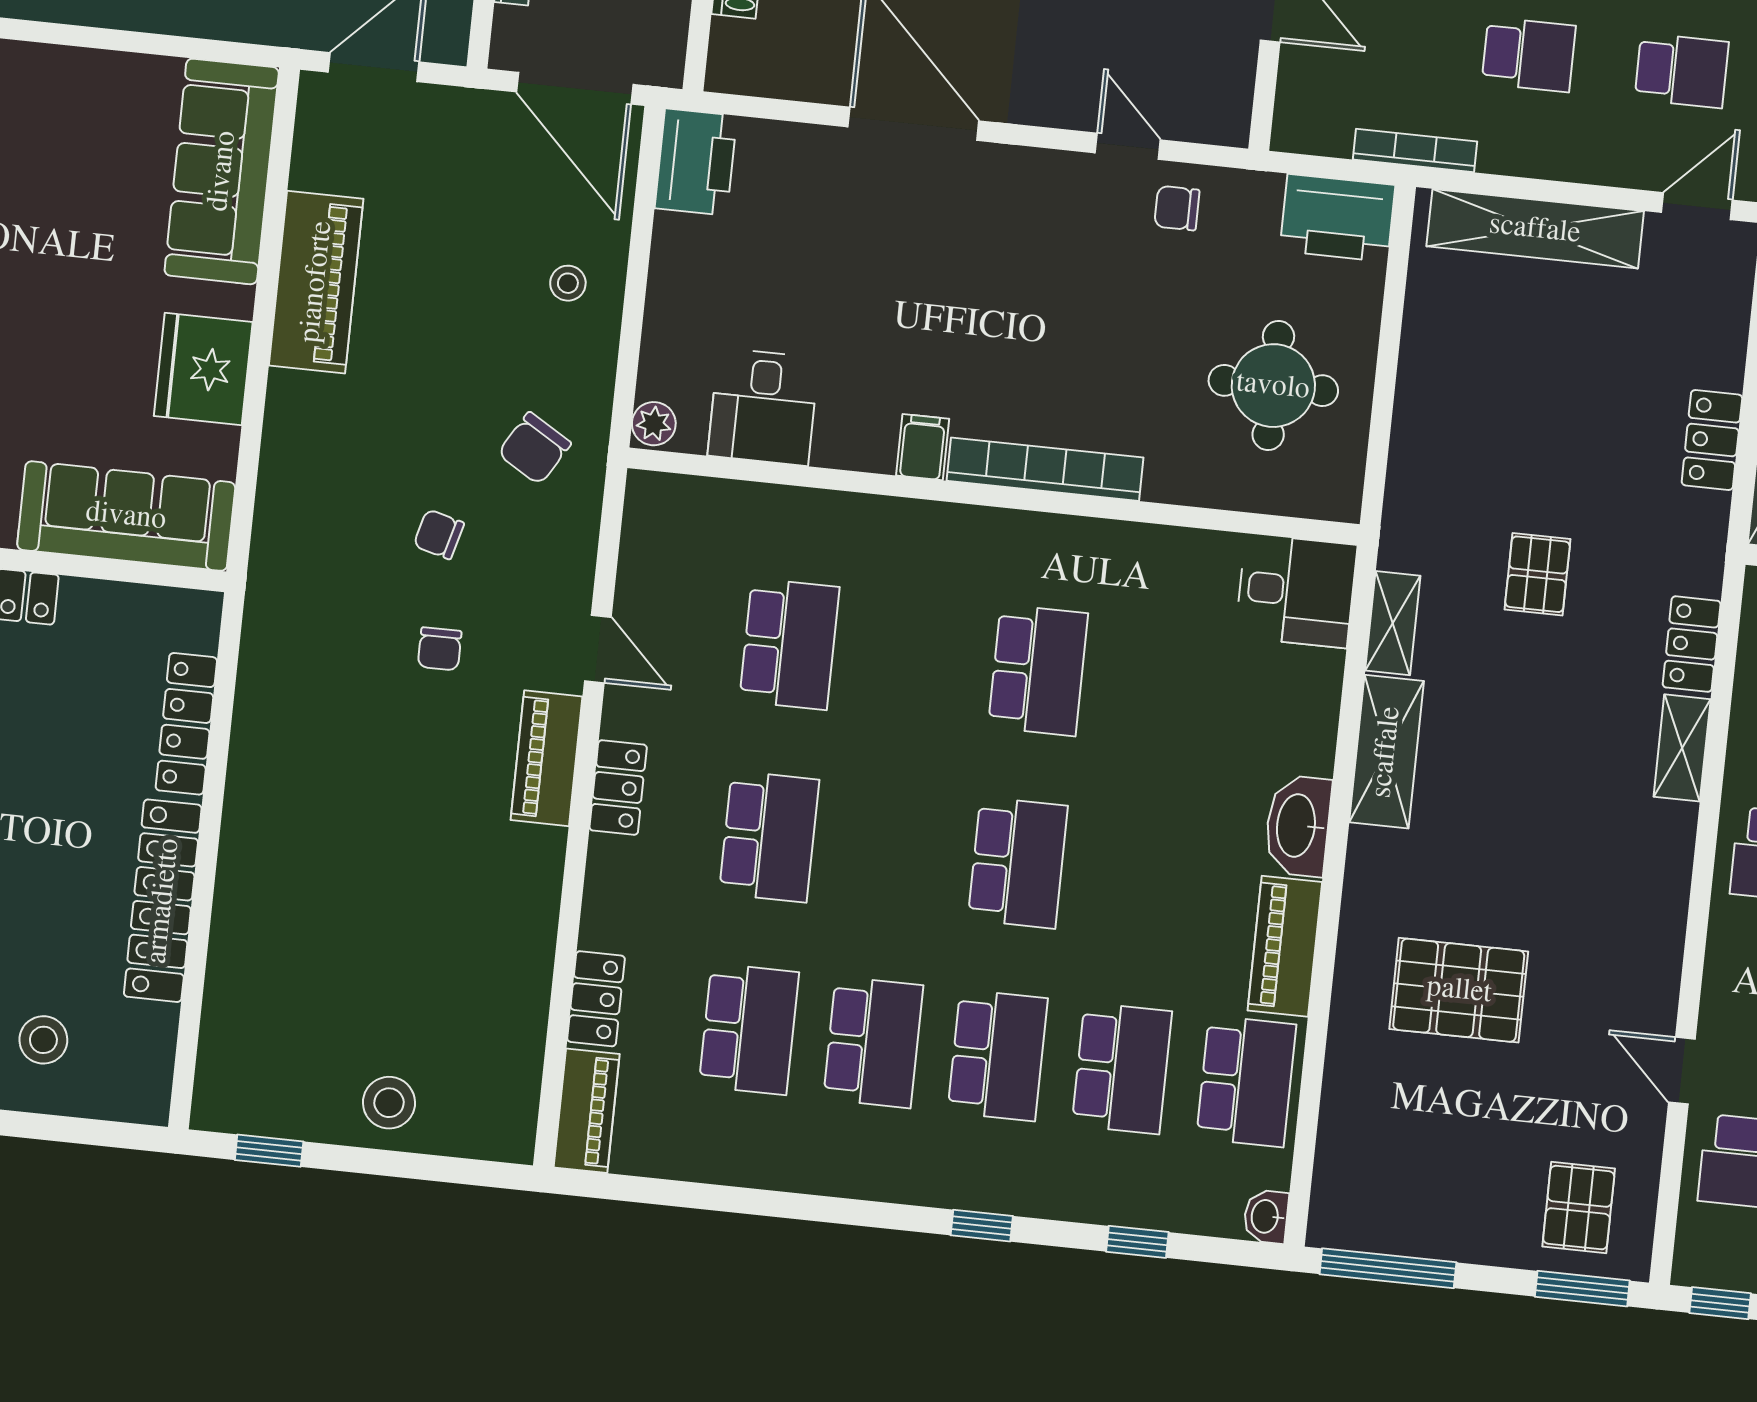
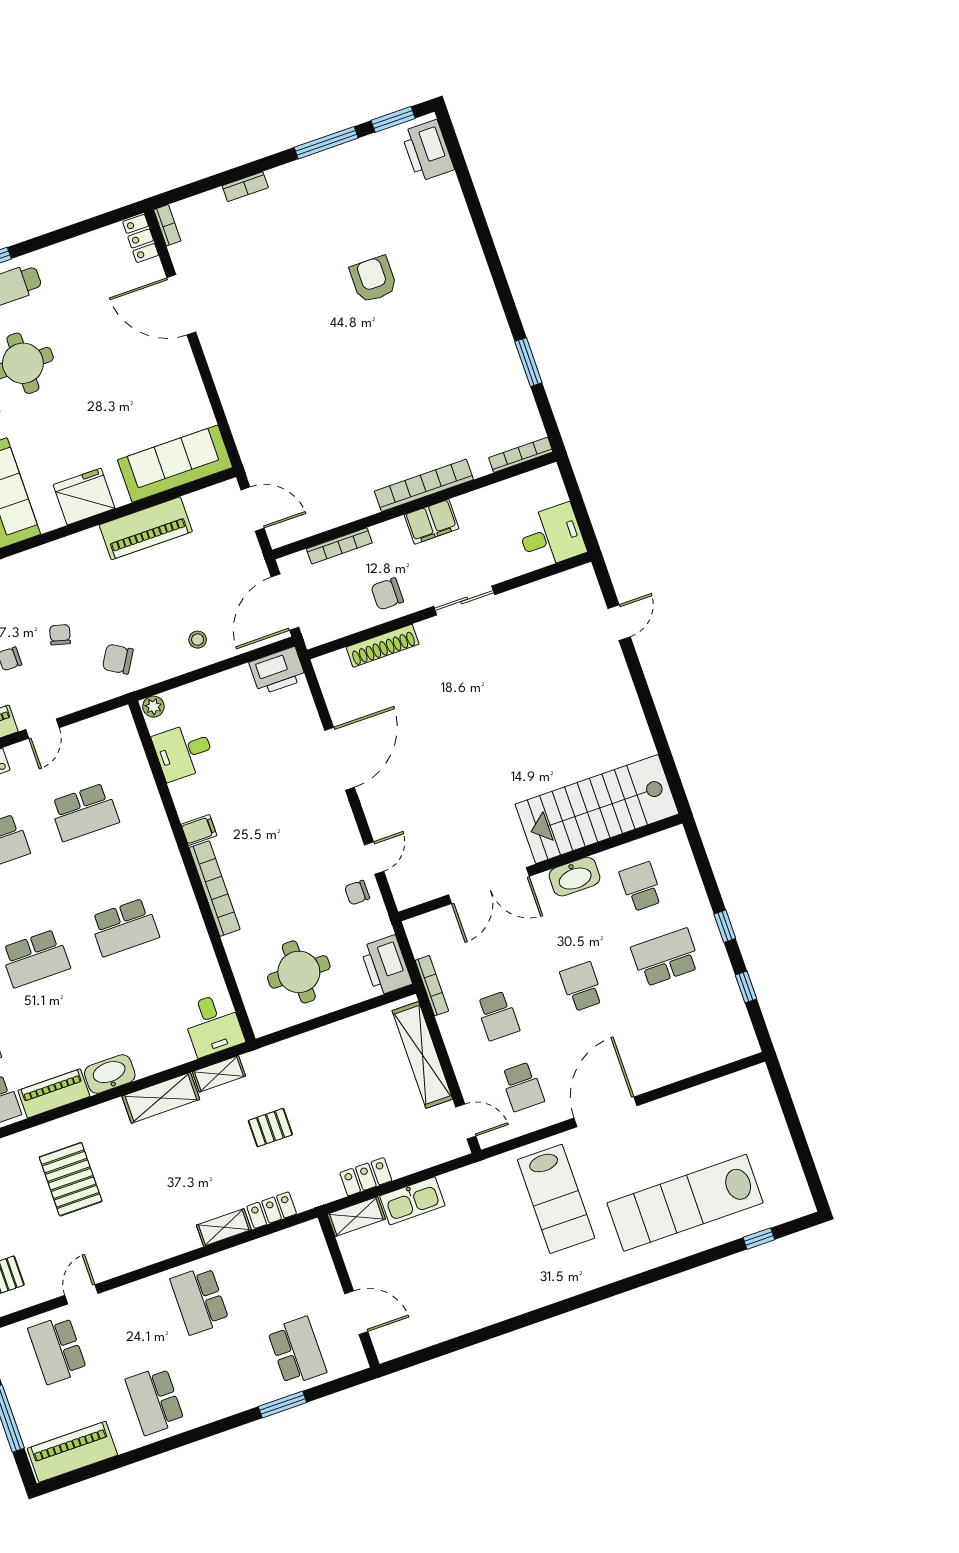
chair: (1177, 208) -> (357, 893), turned -90

